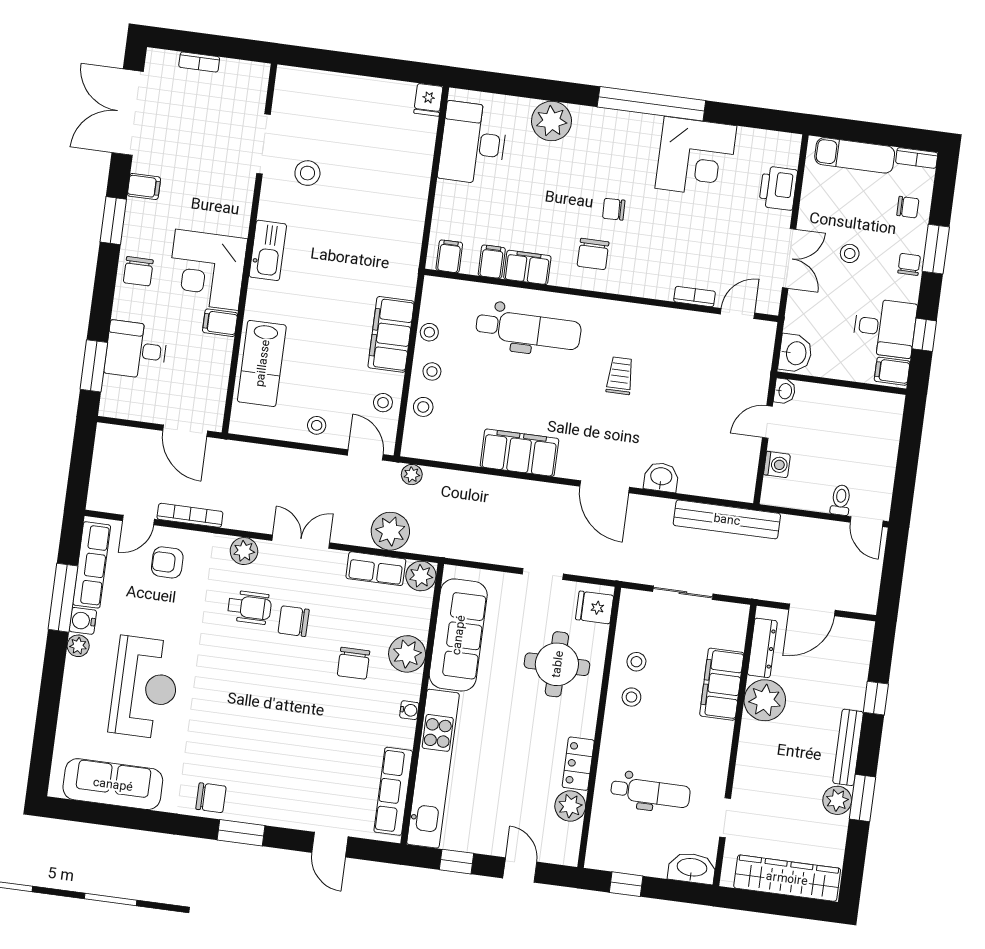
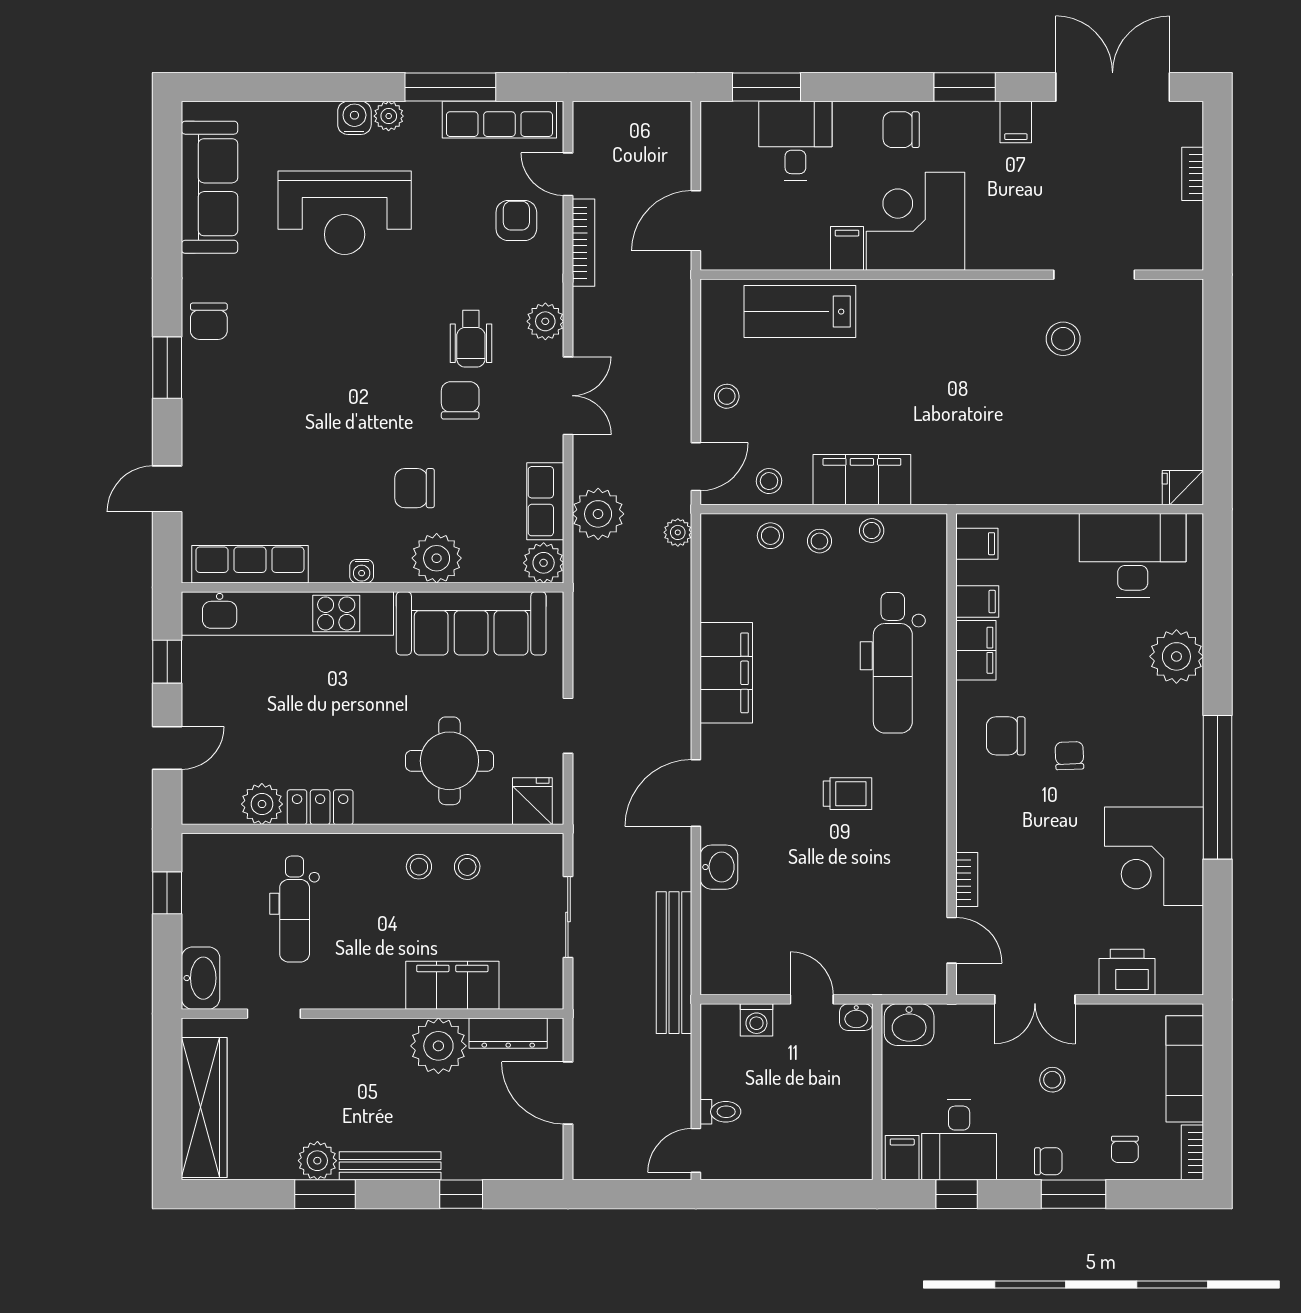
kitchen sink: (268, 250) -> (952, 299), removed
water cooler: (83, 621) -> (354, 118), moved

